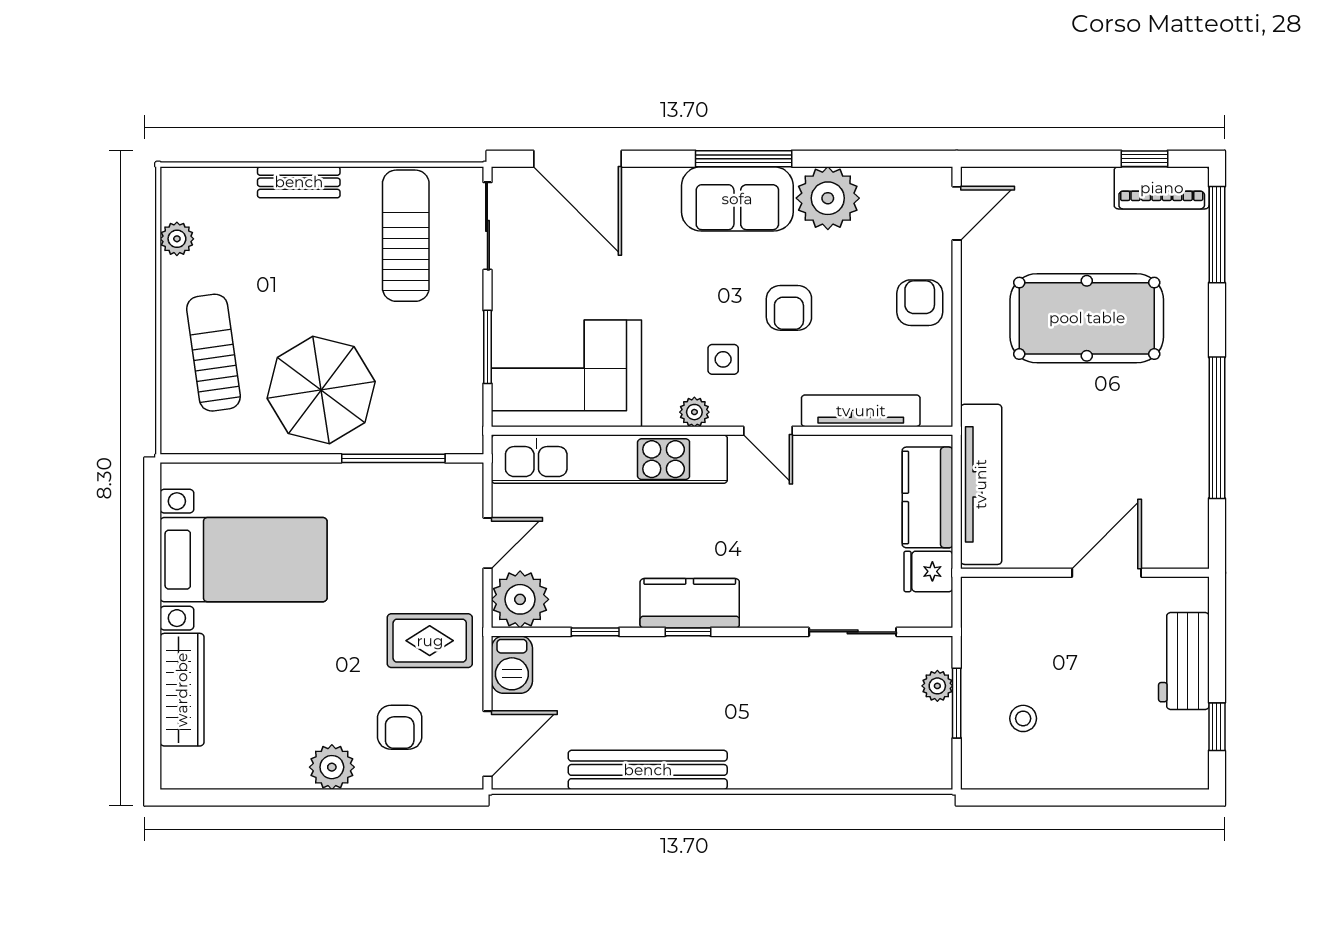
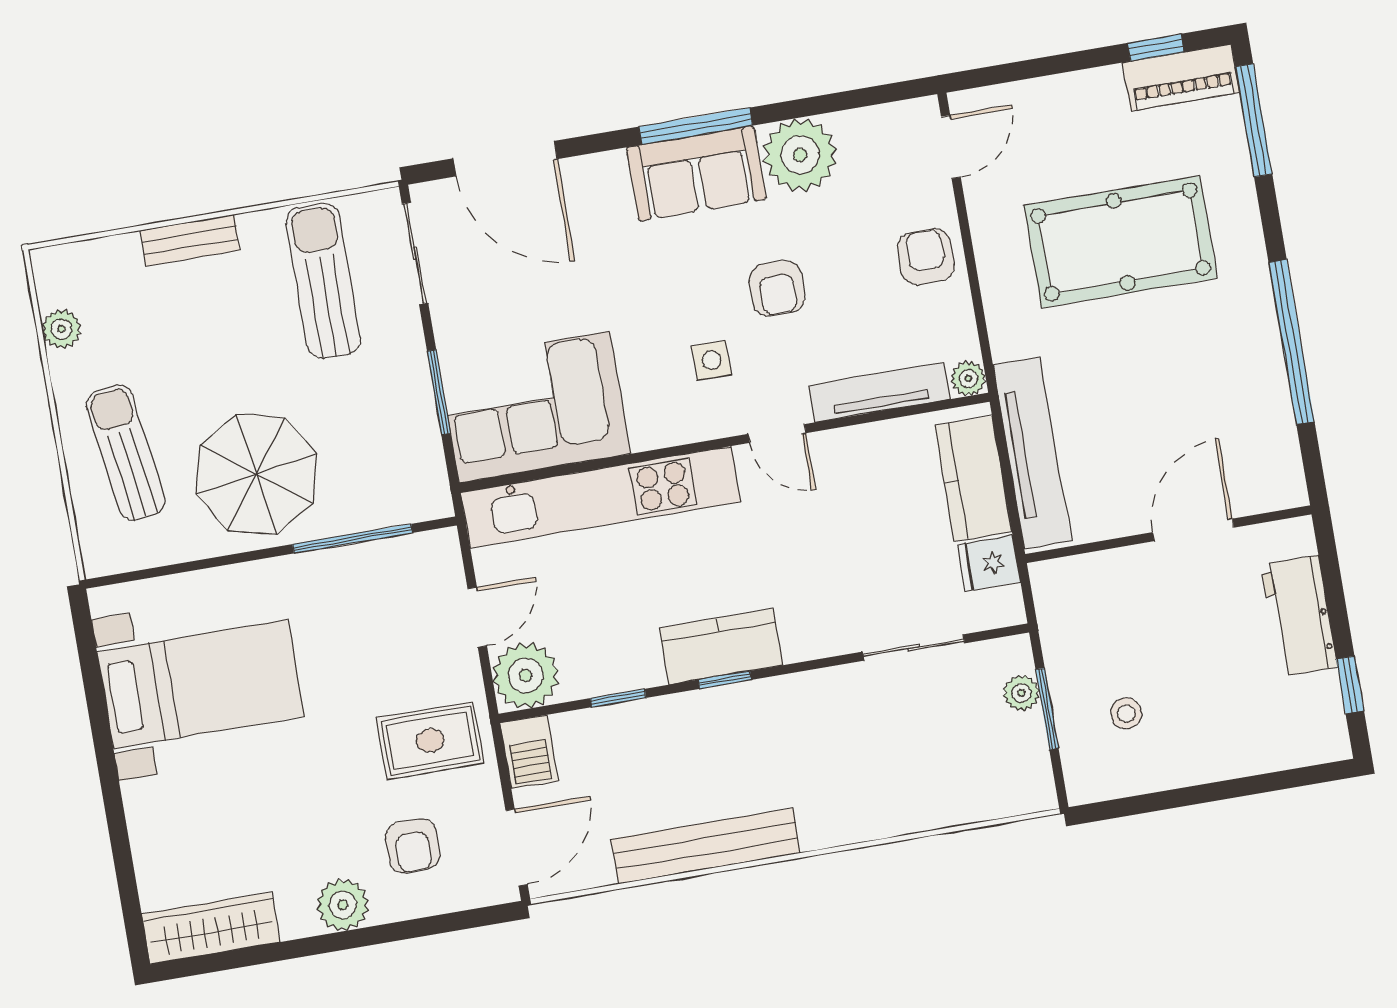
plant: (694, 412) -> (968, 379), moved
wardrobe: (182, 690) -> (211, 928), moved, turned -90

